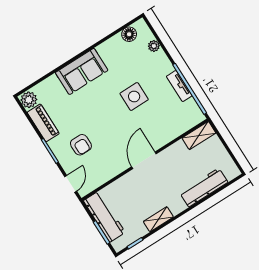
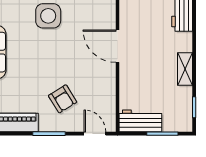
armchair: (81, 145) -> (63, 99), turned 58
workbench: (104, 217) -> (140, 121), width x0.73

